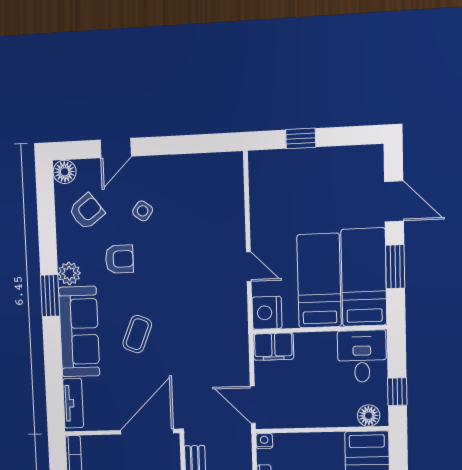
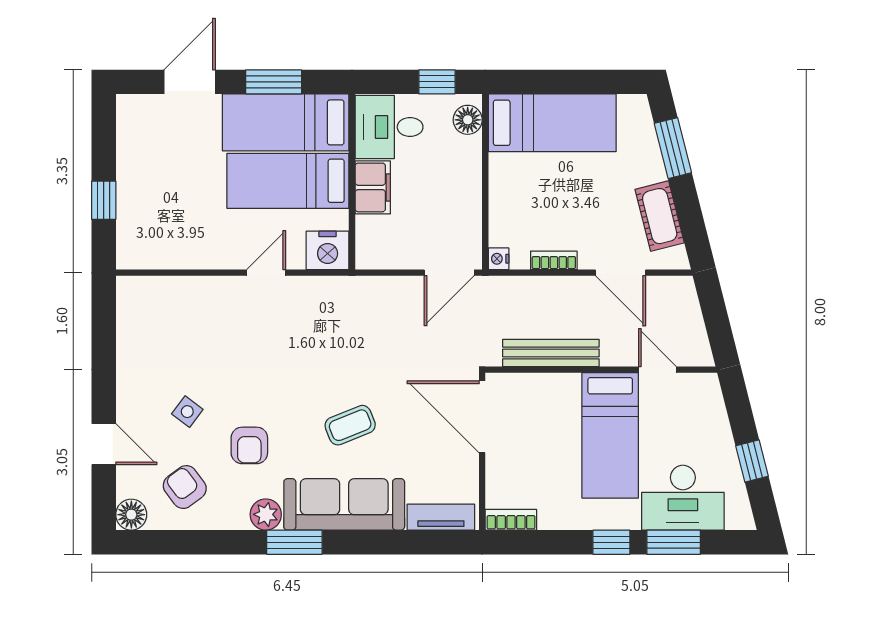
armchair: (119, 259) -> (249, 445), turned 180
coffee table: (137, 334) -> (350, 425), turned -44
filing cabinet: (273, 347) -> (373, 187), moved

